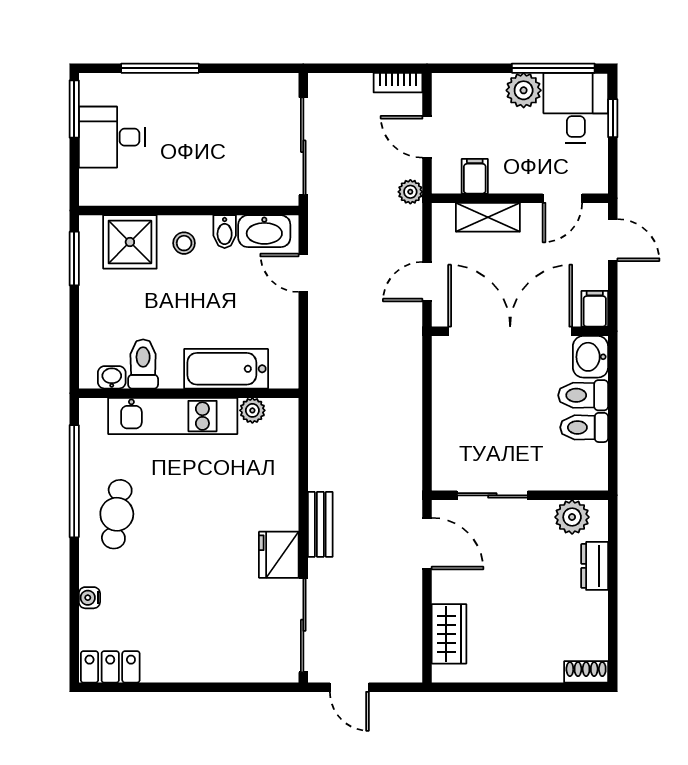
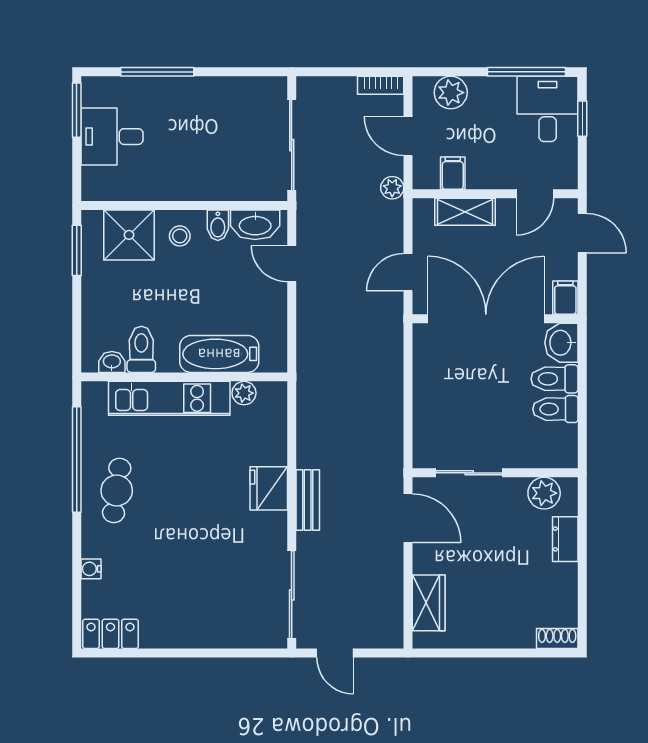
plant: (524, 90) -> (451, 93), moved
fridge: (279, 555) -> (269, 488), moved

